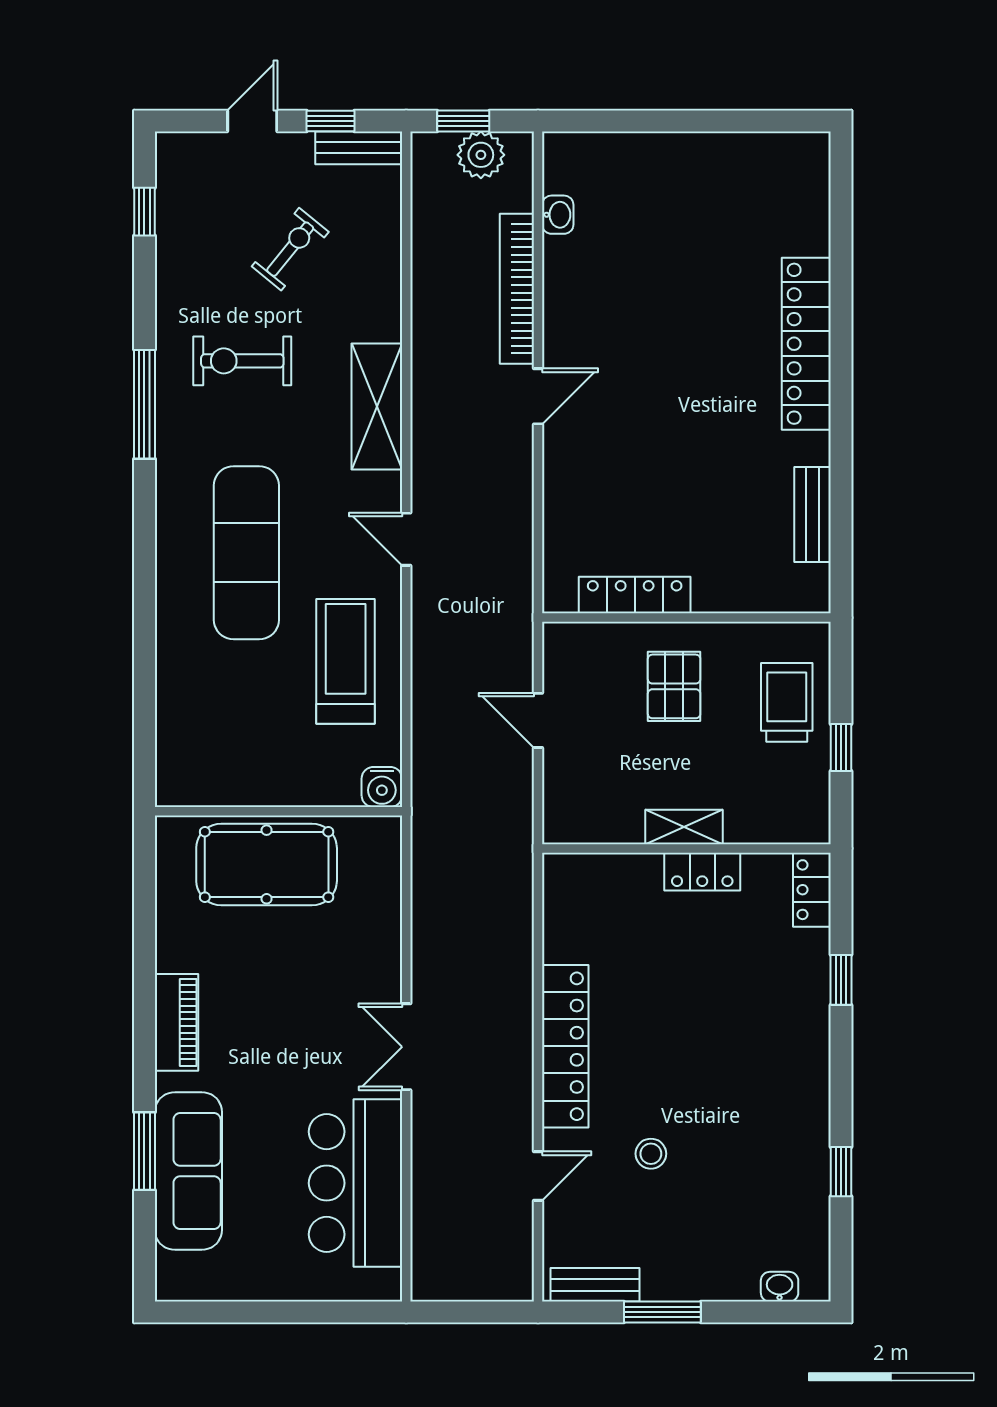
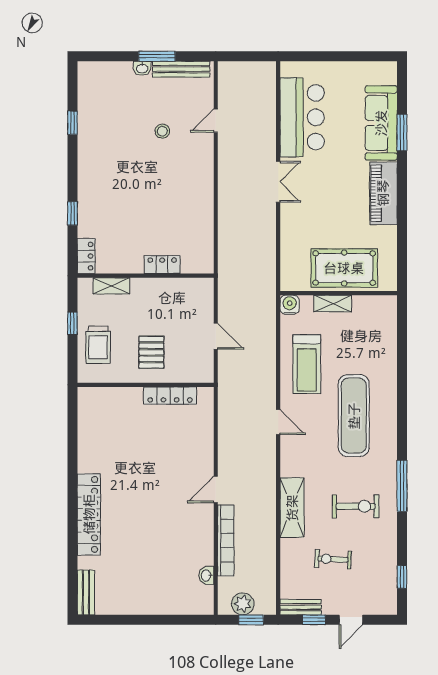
exercise bike: (290, 249) -> (333, 559), turned 54
shelving: (377, 406) -> (292, 508), moved
bench: (813, 515) -> (86, 592), moved
shelving: (291, 789) -> (333, 304), added
shelving: (684, 827) -> (111, 286), moved
locker: (702, 872) -> (162, 265), moved
piano: (176, 1022) -> (383, 193), width x1.37, depth x1.33
locker: (565, 1046) -> (203, 182), removed
bench: (595, 1285) -> (181, 69), width x1.36
washbasin: (780, 1287) -> (142, 68), moved

